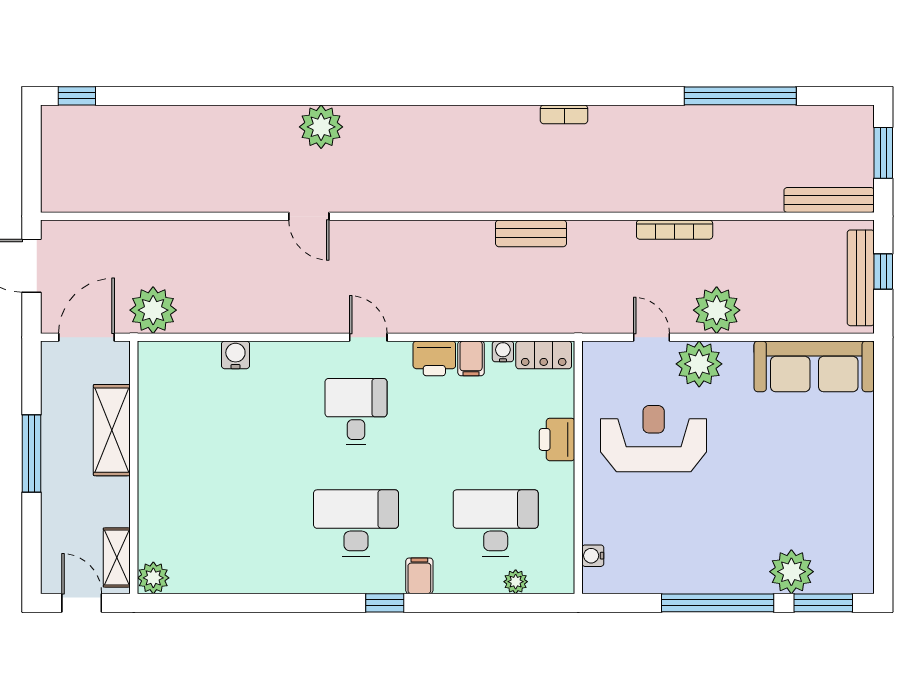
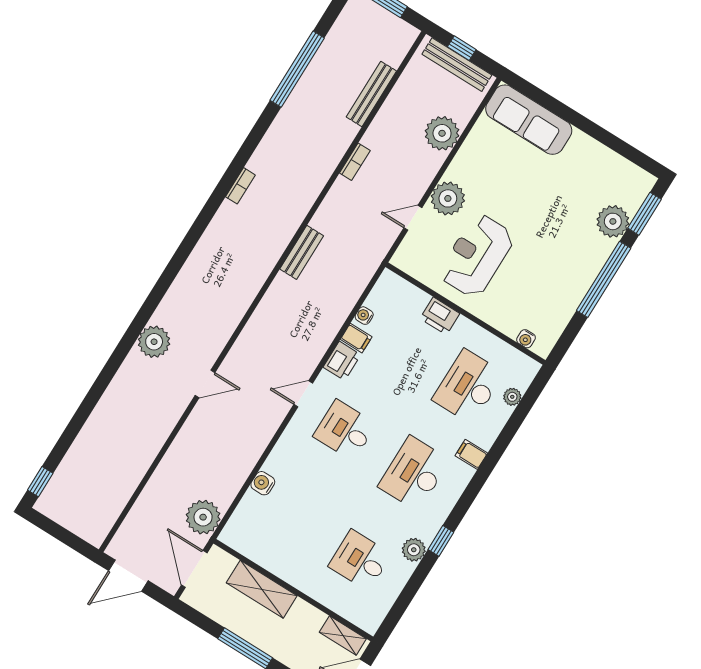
bench: (829, 200) -> (371, 94), moved
bookcase: (675, 230) -> (355, 162), width x0.64
plant: (717, 310) -> (442, 133), moved
locker: (544, 355) -> (382, 292), removed
sofa: (814, 366) -> (529, 120), moved, turned 90
desk: (216, 523) -> (360, 560), added
plant: (153, 578) -> (414, 550), moved
window: (385, 603) -> (441, 541), moved

